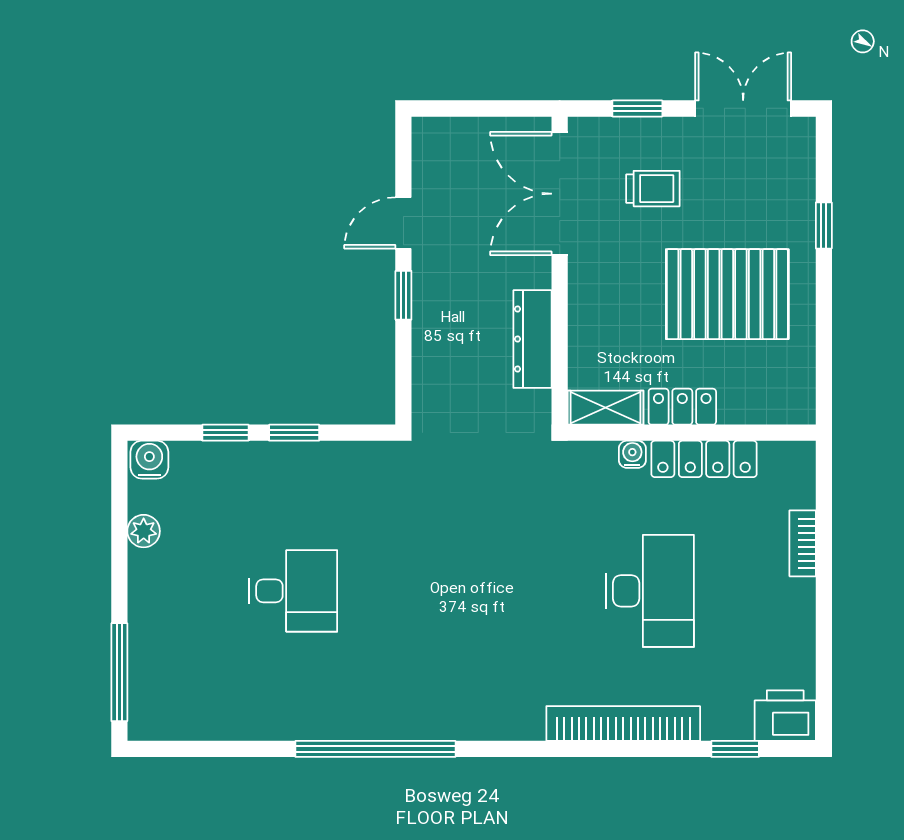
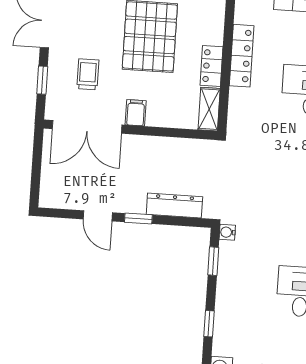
filing cabinet: (590, 278) -> (136, 113), added
dresser: (532, 339) -> (174, 206), moved, turned 180
window: (294, 433) -> (213, 261), moved
water cooler: (632, 454) -> (227, 232), moved

